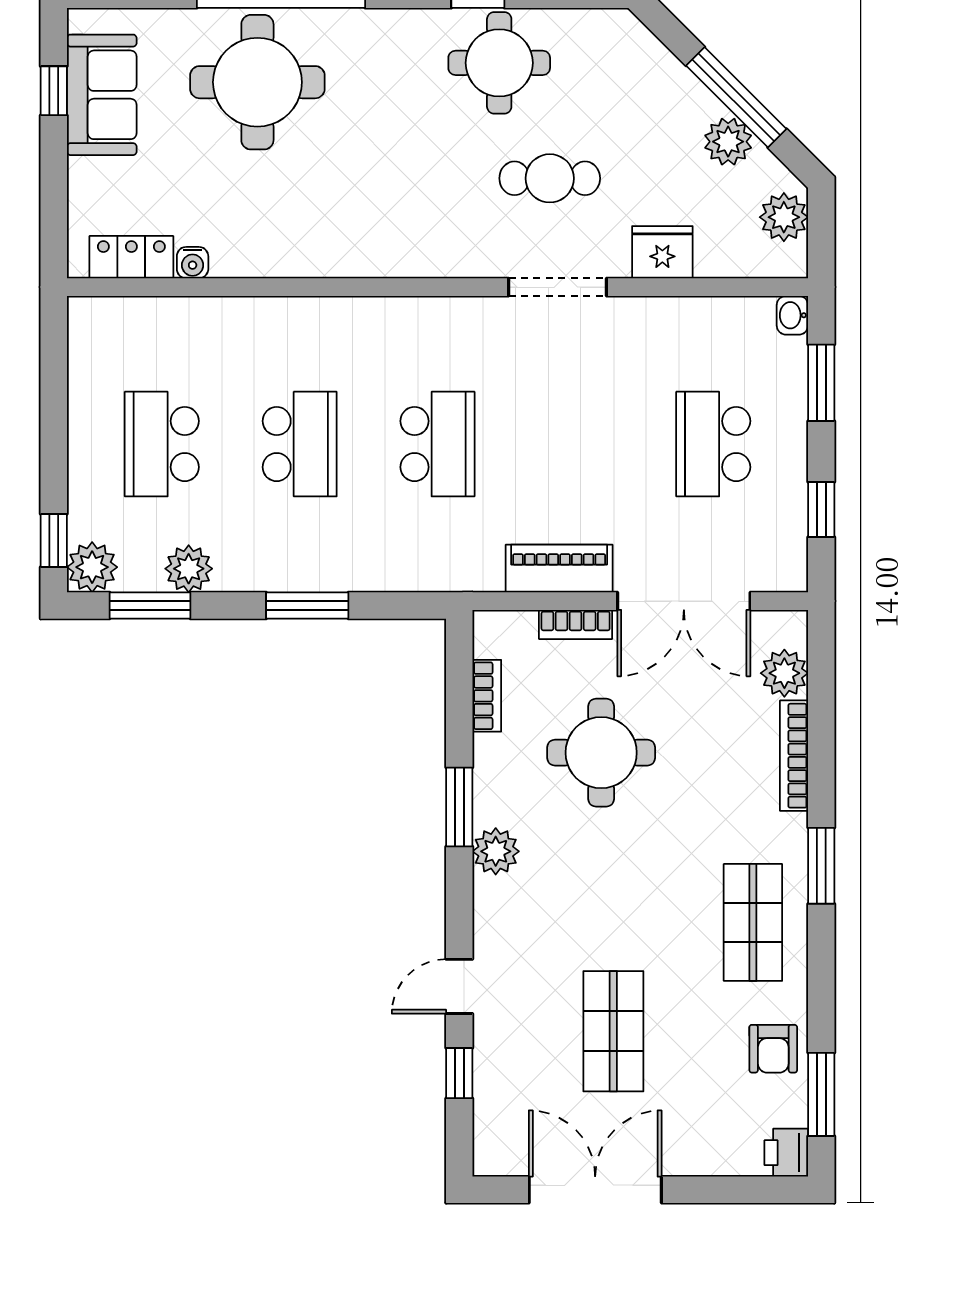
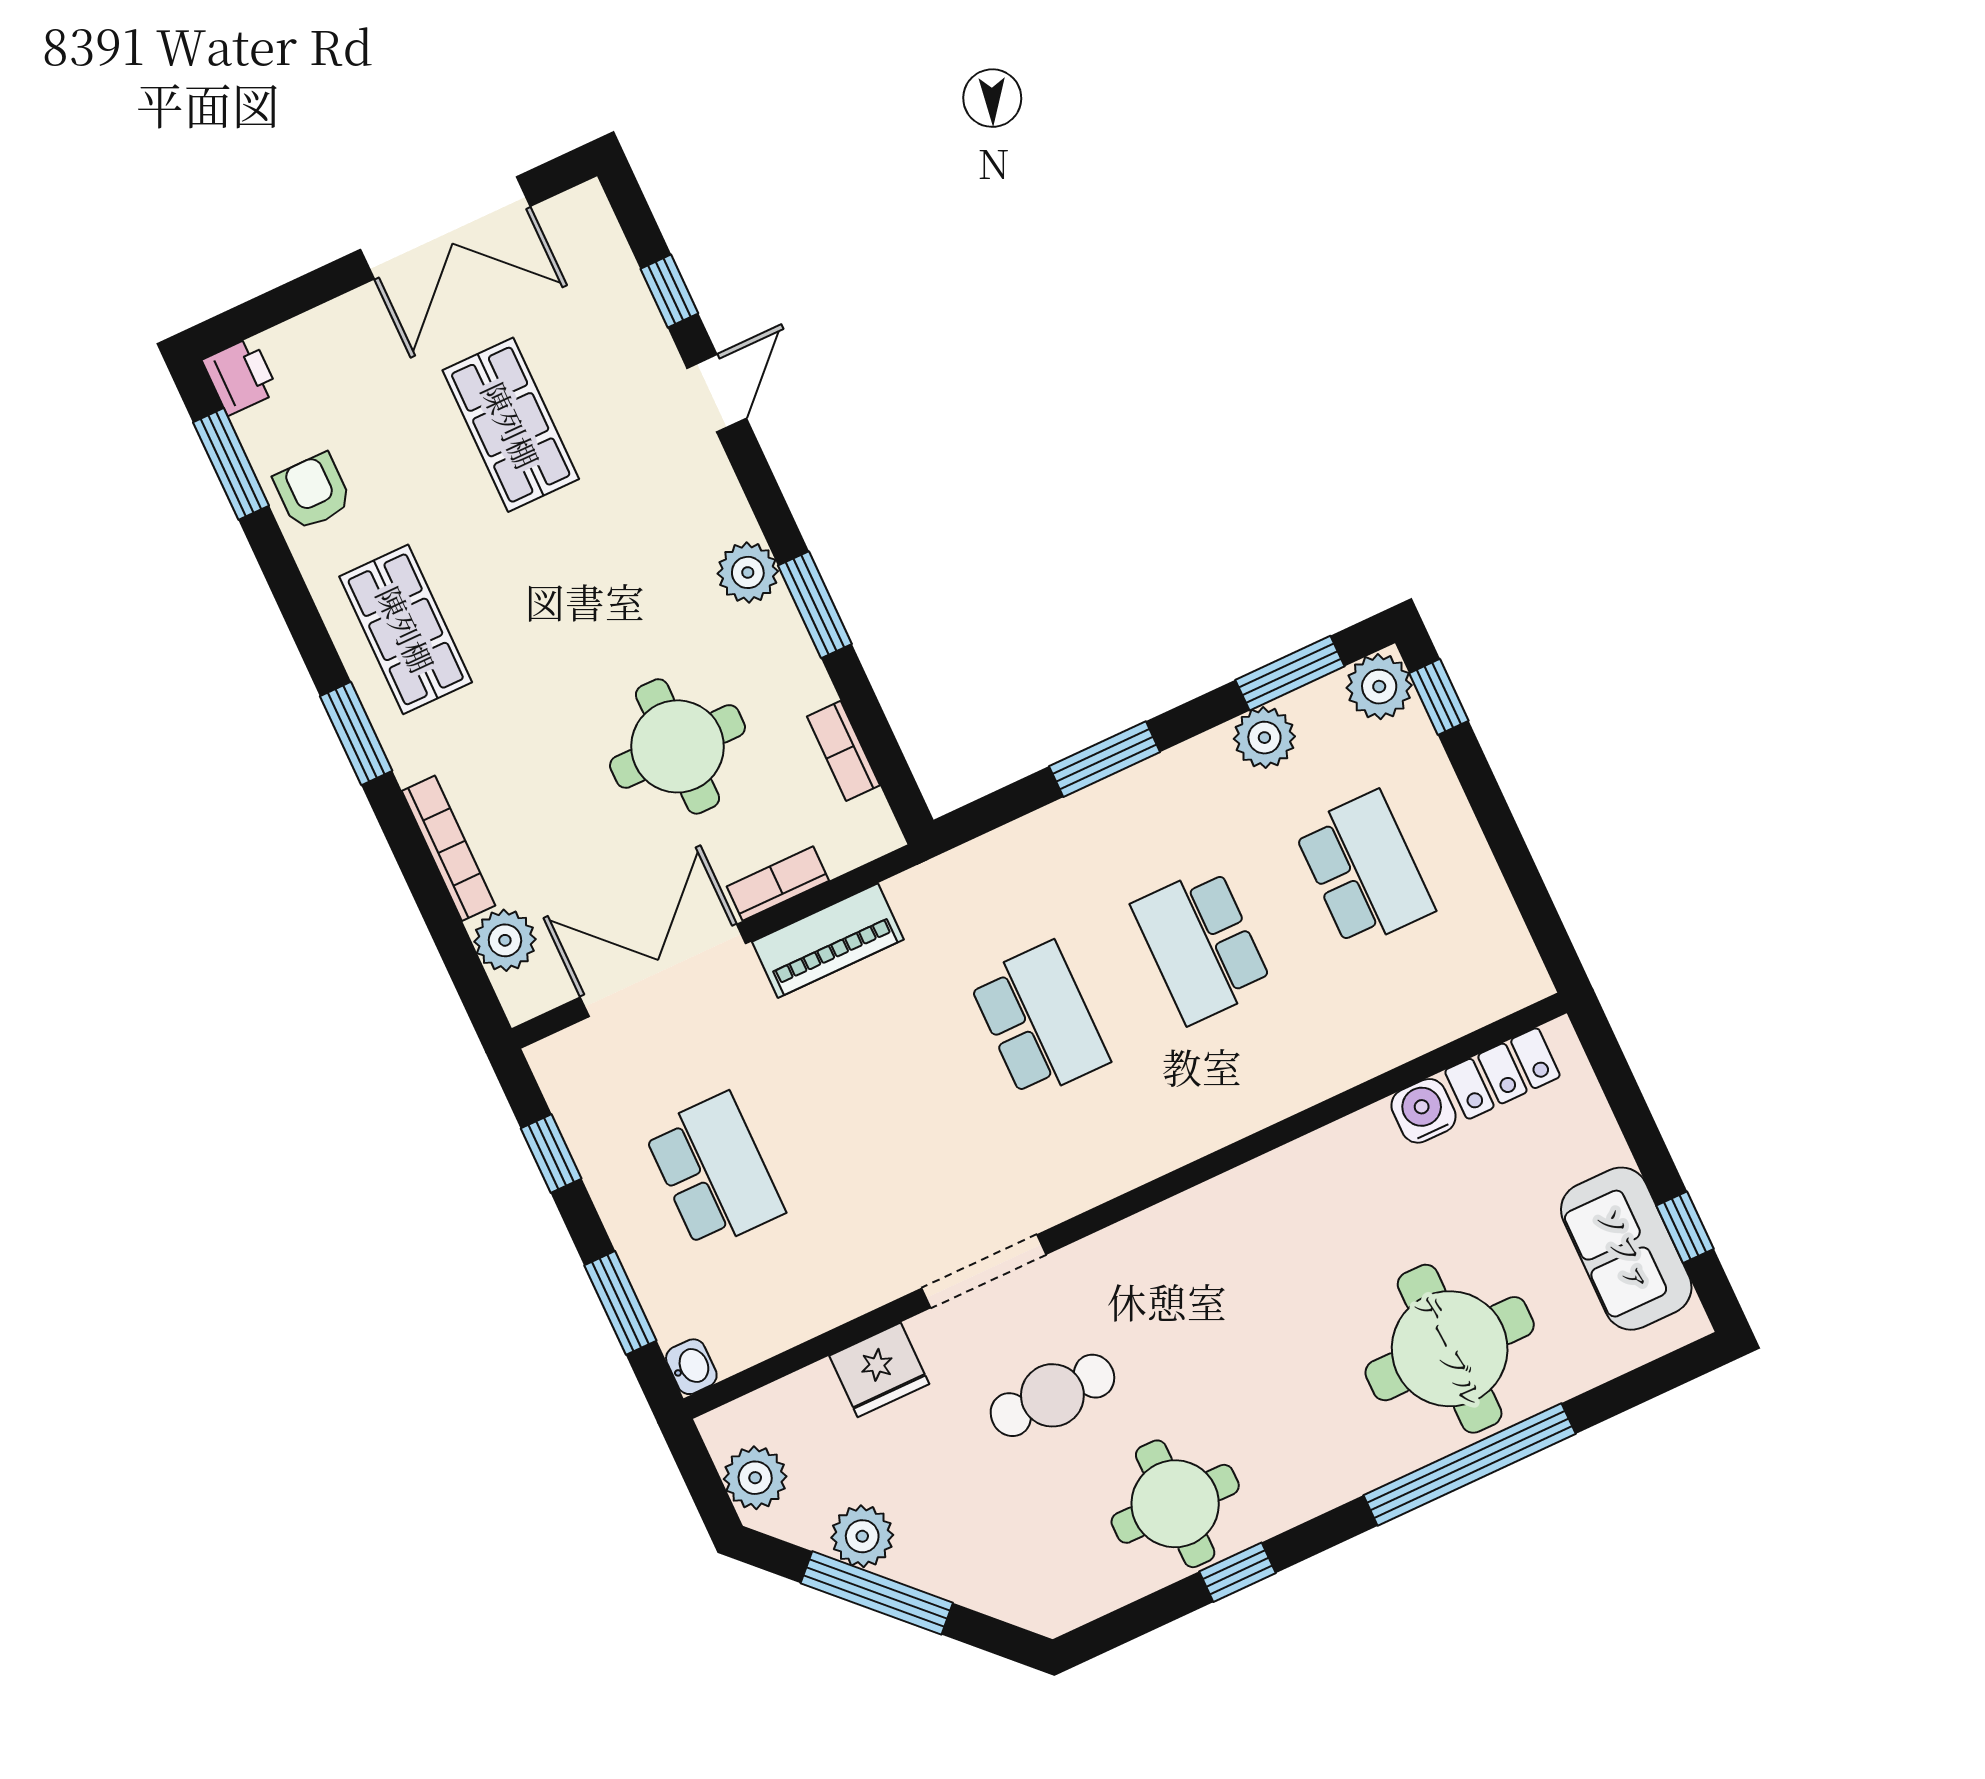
water cooler: (193, 263) -> (1424, 1111), width x1.38, depth x1.38
school desk: (438, 444) -> (1039, 1021), turned 180

